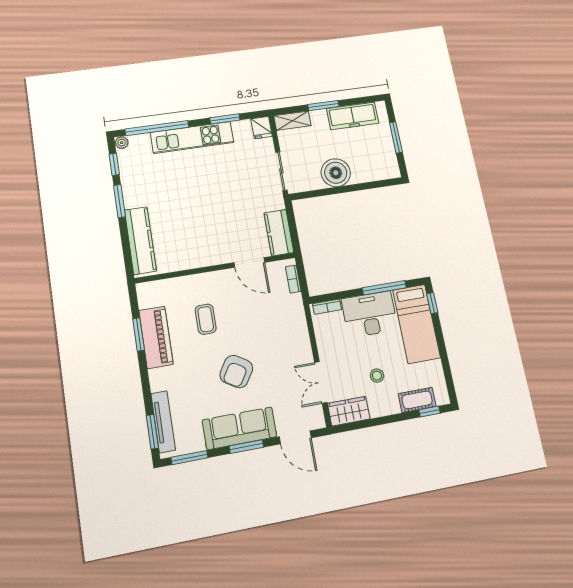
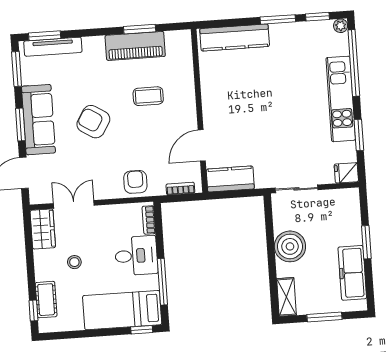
shelving: (292, 121) -> (286, 297), moved
desk: (370, 314) -> (136, 256), width x0.73
armchair: (292, 323) -> (135, 182), added

